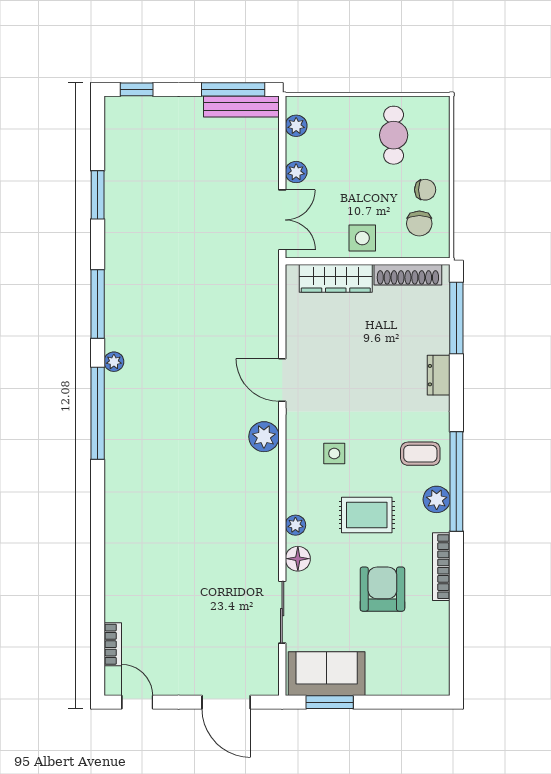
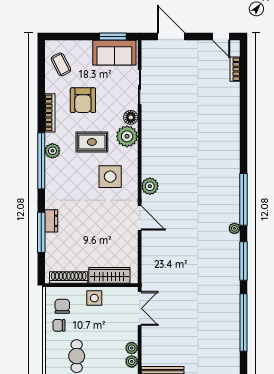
plant: (296, 172) -> (132, 348), moved
window: (98, 195) -> (244, 322), width x2.11
double door: (282, 220) -> (140, 308), swing flipped
window: (456, 318) -> (41, 232), moved
side table: (334, 454) -> (110, 177), width x1.87, depth x1.87
coffee table: (420, 454) -> (61, 64), moved, turned 63
plant: (295, 525) -> (127, 136), width x1.88, depth x1.88

